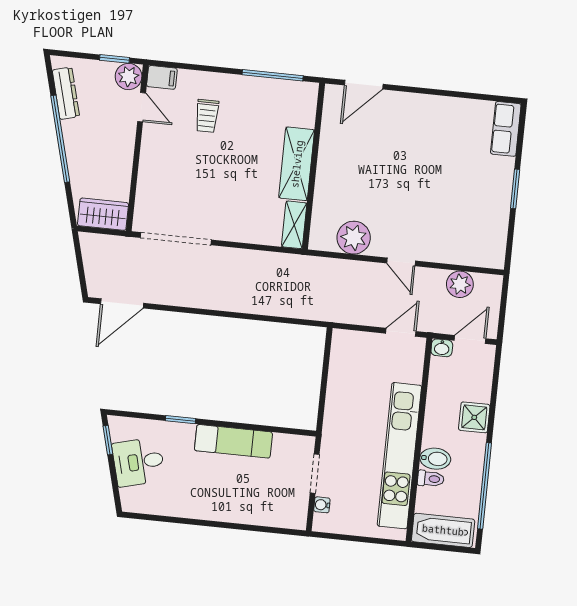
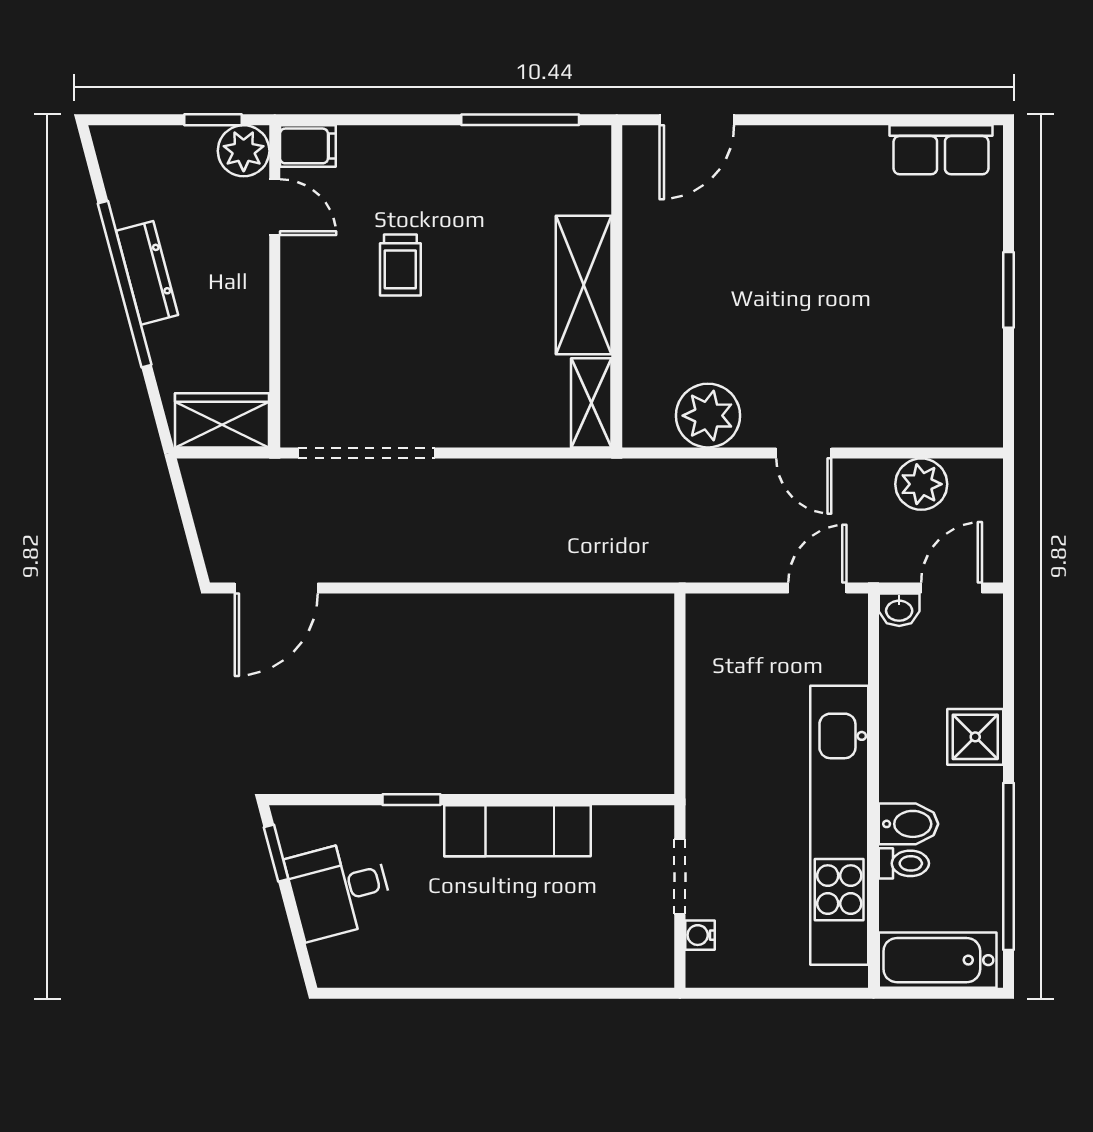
dresser: (66, 93) -> (147, 273), moved
trolley: (207, 116) -> (400, 265), moved
row of seats: (506, 129) -> (941, 150), moved, turned -90

